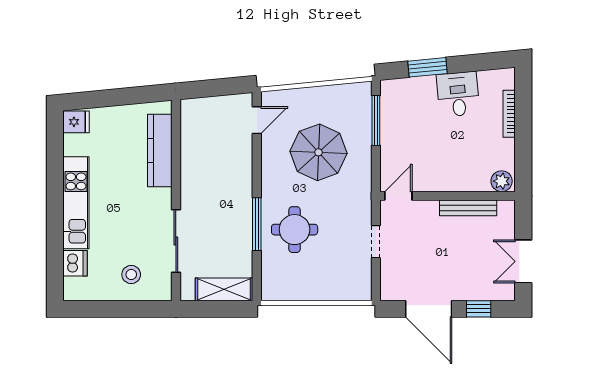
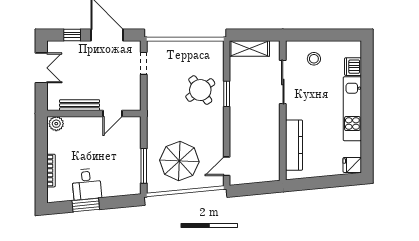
window: (428, 67) -> (86, 205), moved
parasol: (318, 152) -> (179, 161), moved
door: (398, 196) -> (113, 114), moved
window: (257, 224) -> (227, 94), width x0.69
round table: (295, 230) -> (200, 90), turned -35
doorway: (376, 242) -> (144, 63), moved

